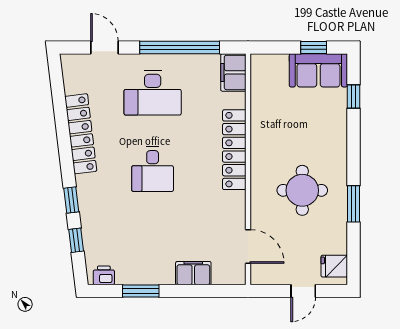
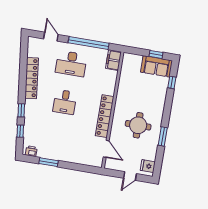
locker: (234, 150) -> (105, 116), moved
filing cabinet: (193, 273) -> (76, 158), removed

